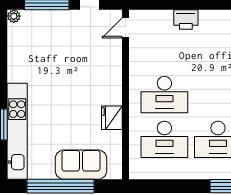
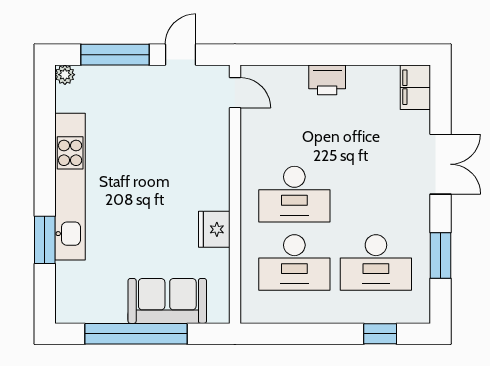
door: (125, 28) -> (235, 93), swing flipped
kitchen unit: (17, 131) -> (70, 187), moved

